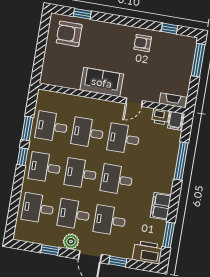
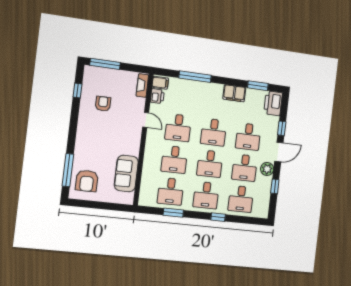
window: (82, 14) -> (68, 170), width x2.17
armchair: (143, 43) -> (103, 104), moved, turned 180
sofa: (102, 82) -> (126, 173), moved
window: (22, 157) -> (218, 217), moved

